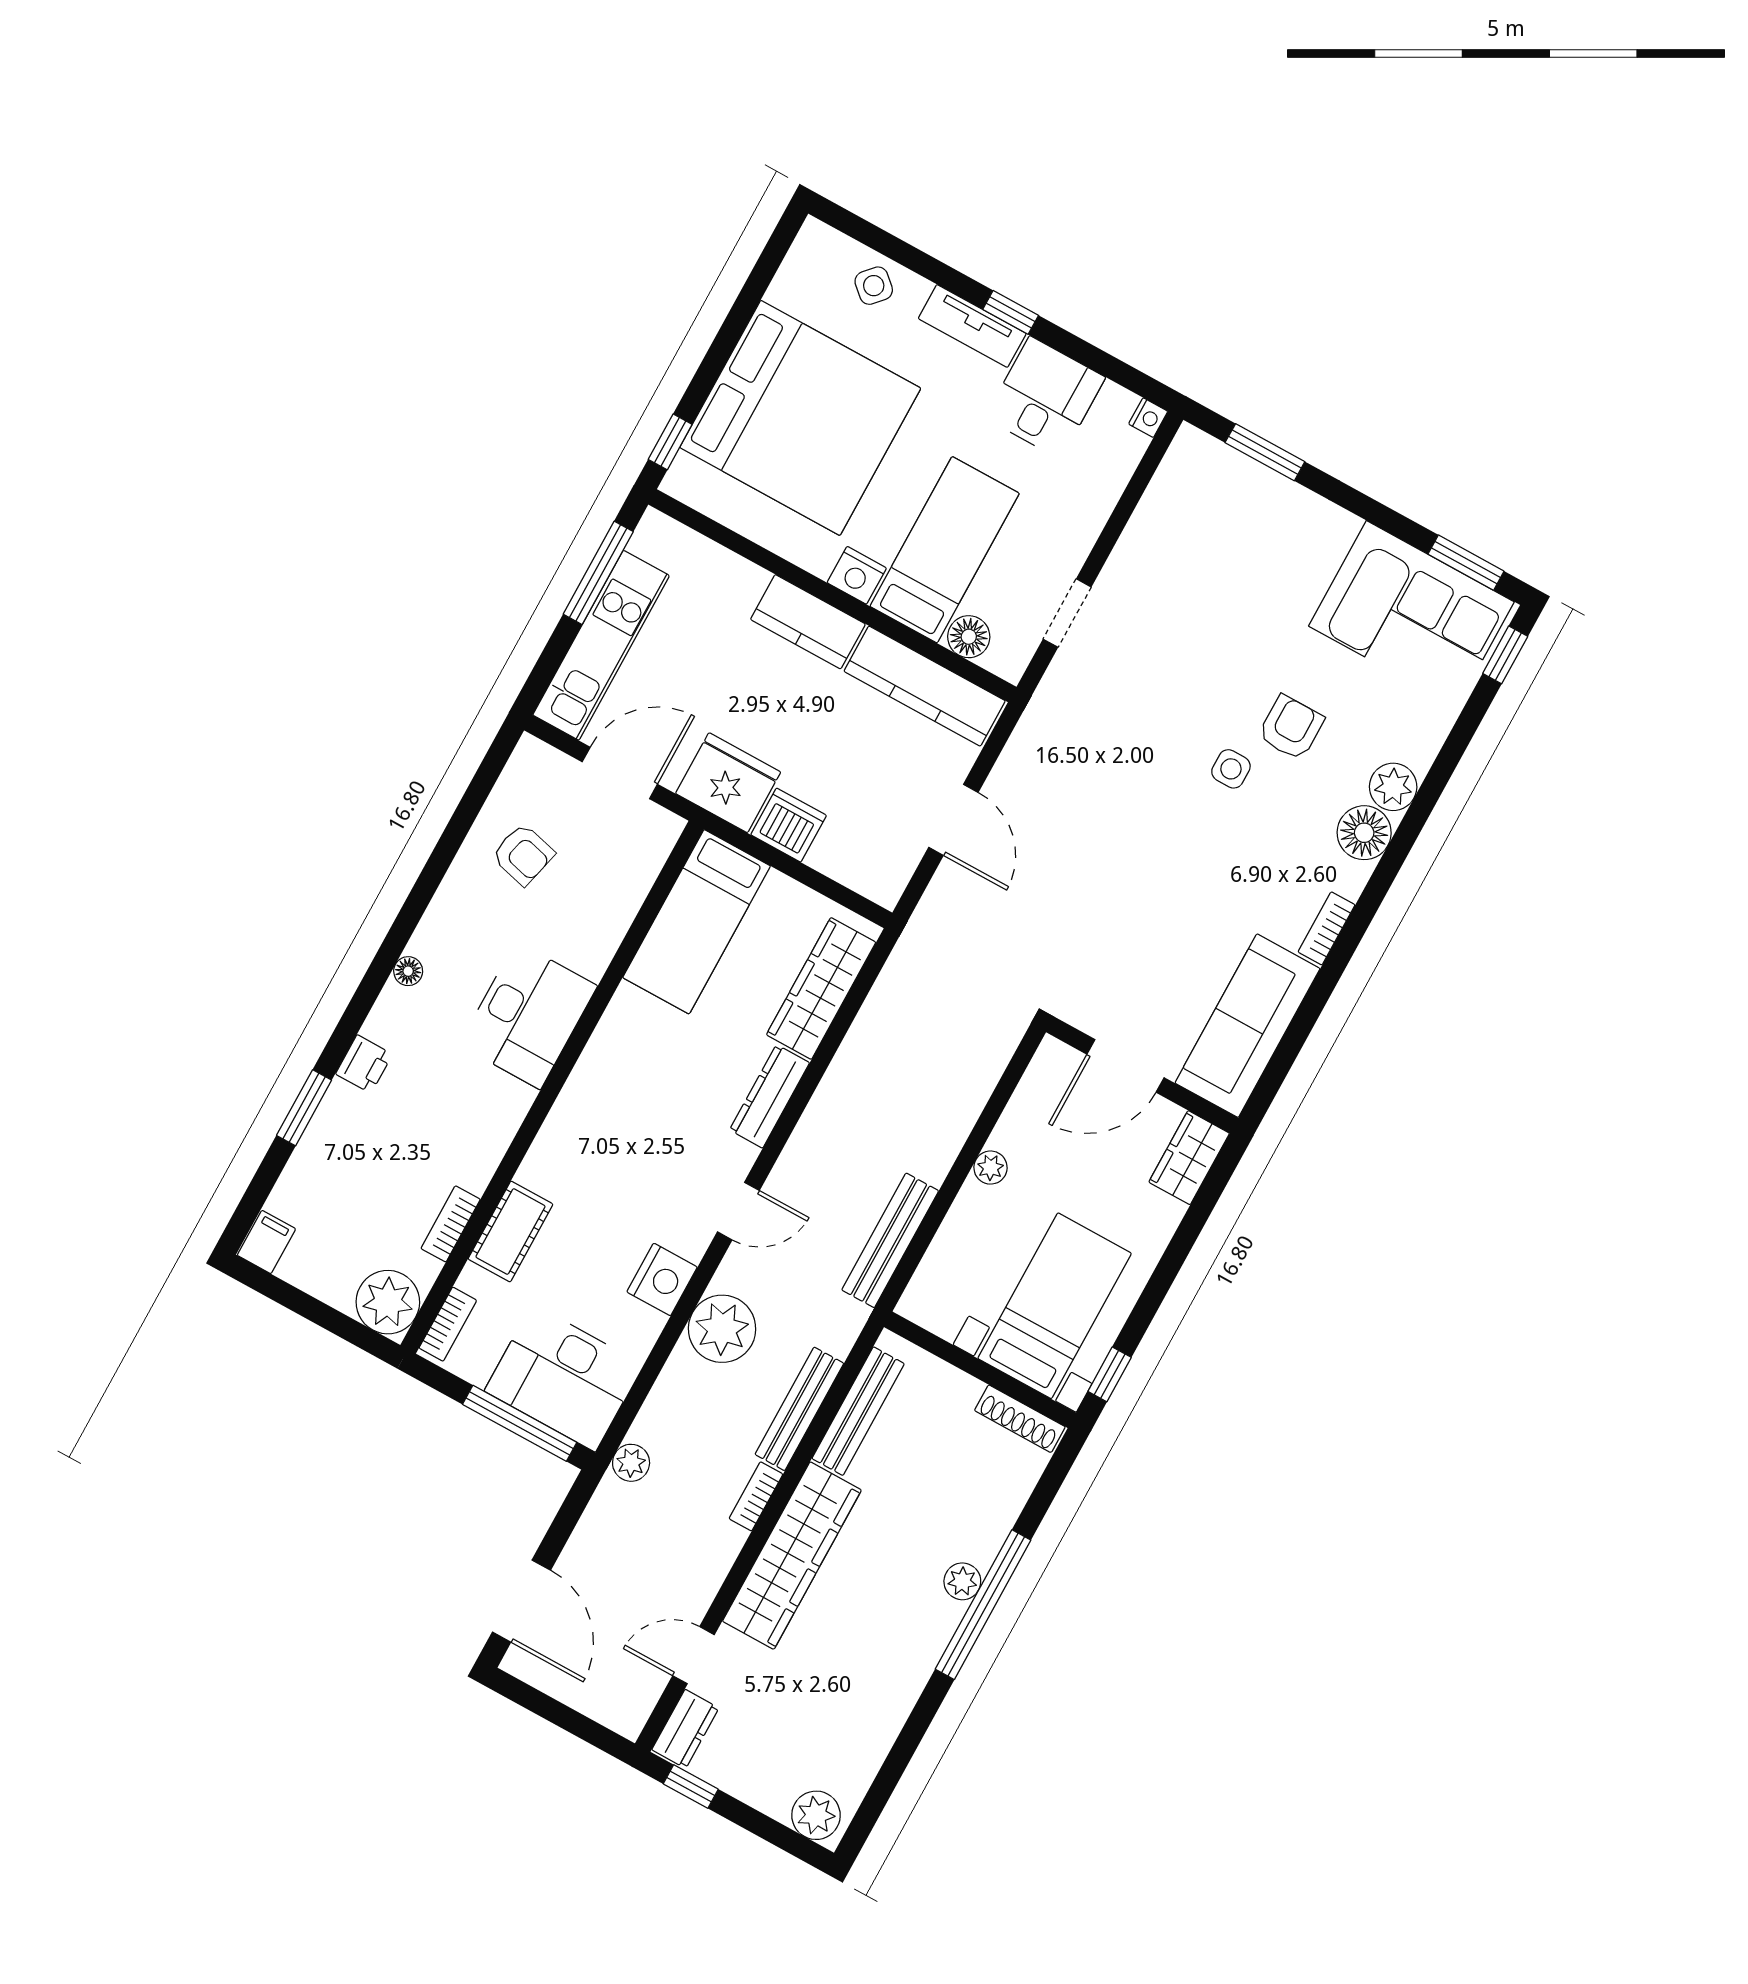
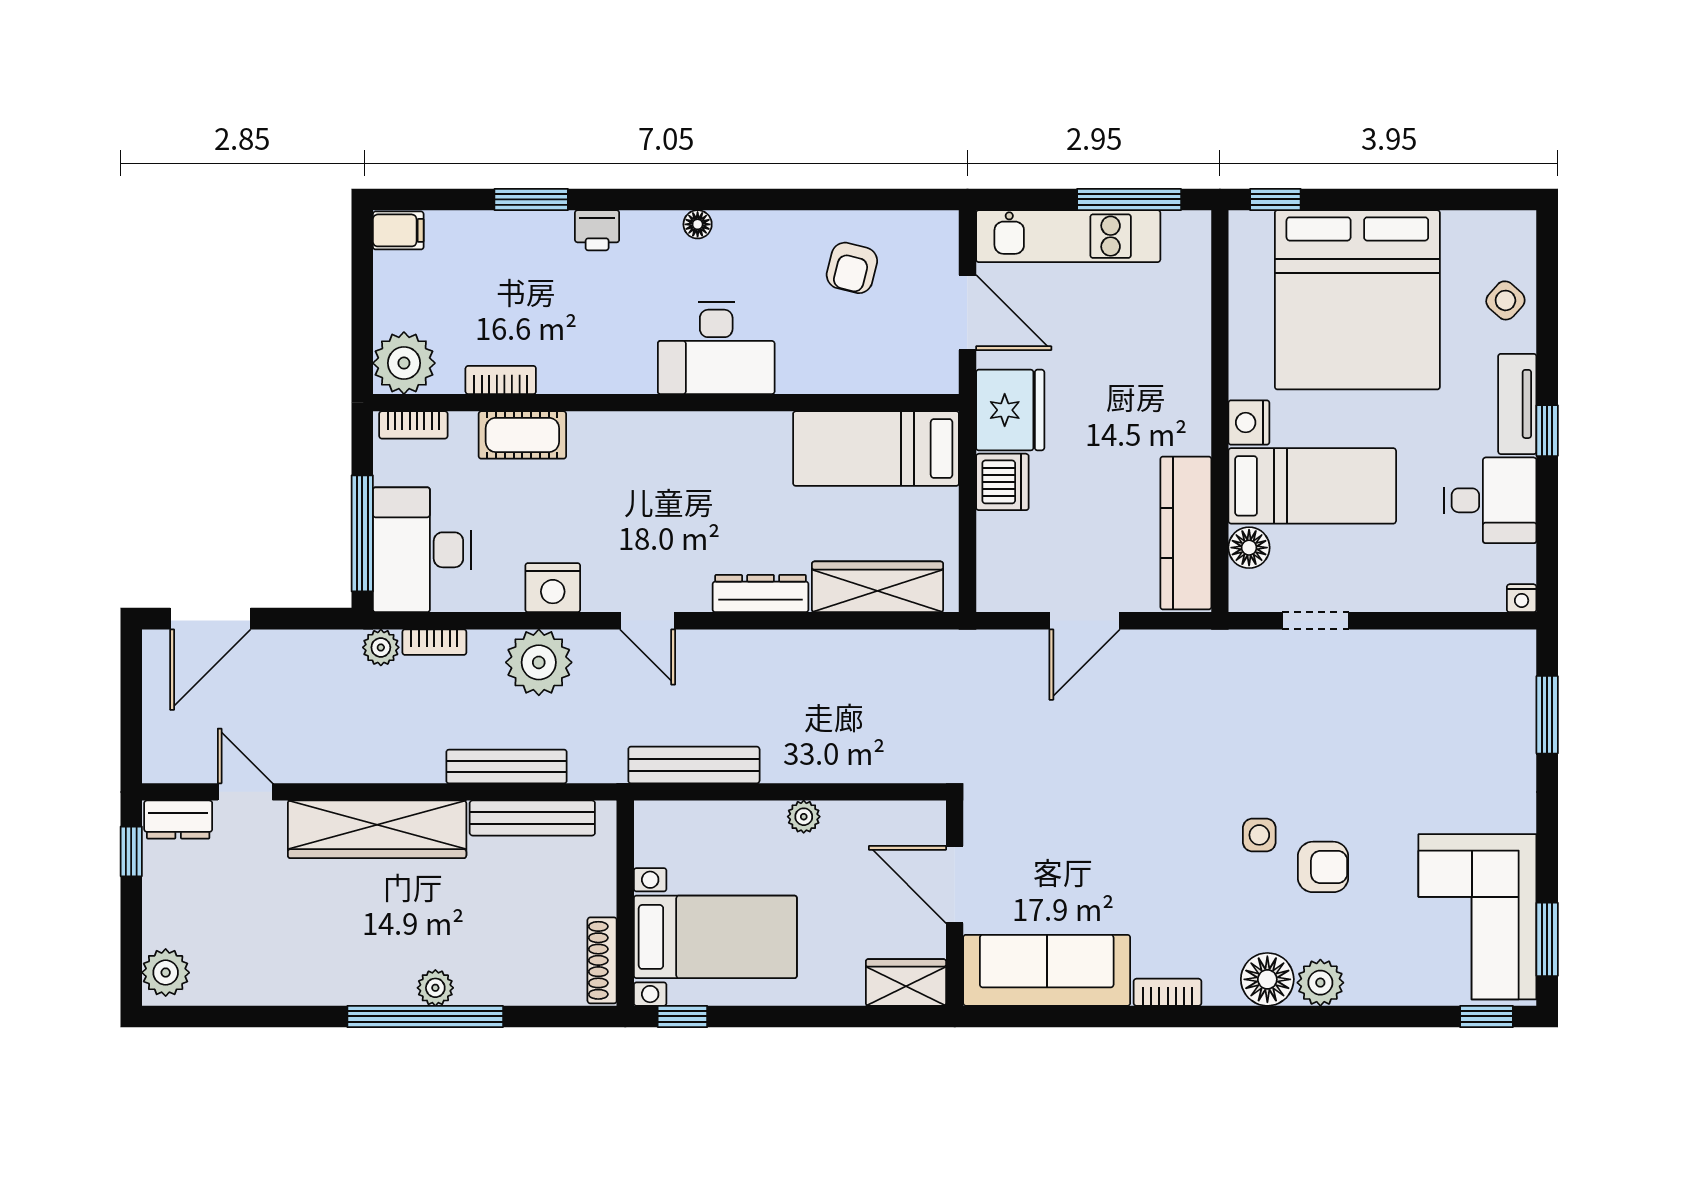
kitchen counter: (808, 622) -> (1186, 403), removed
bookcase: (756, 1496) -> (434, 642), moved, turned 180

